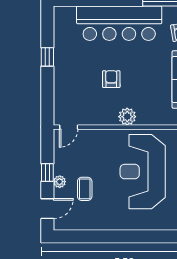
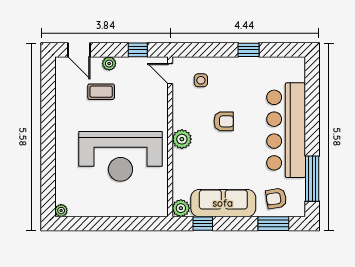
side table: (75, 100) -> (201, 80), added
window: (47, 172) -> (138, 50), moved
reception desk: (143, 172) -> (120, 156), turned 180

